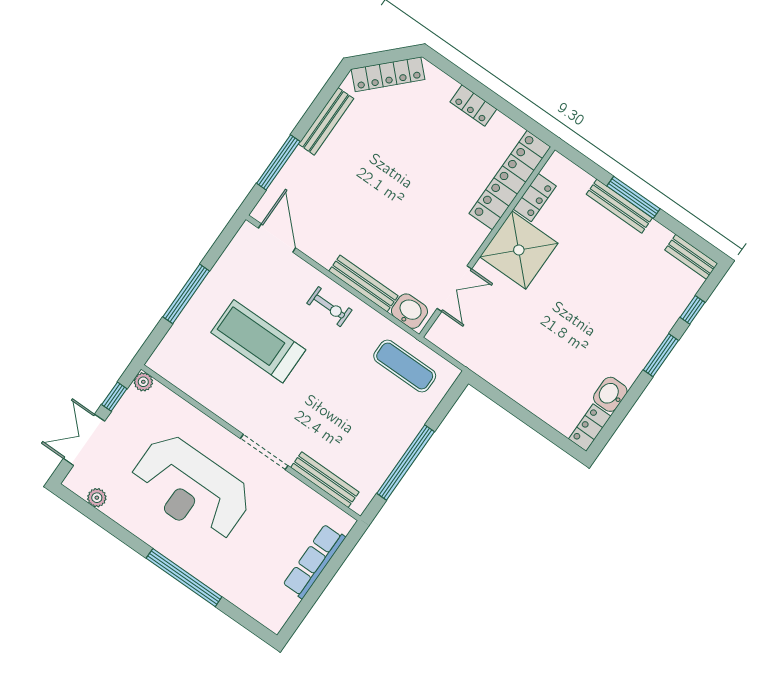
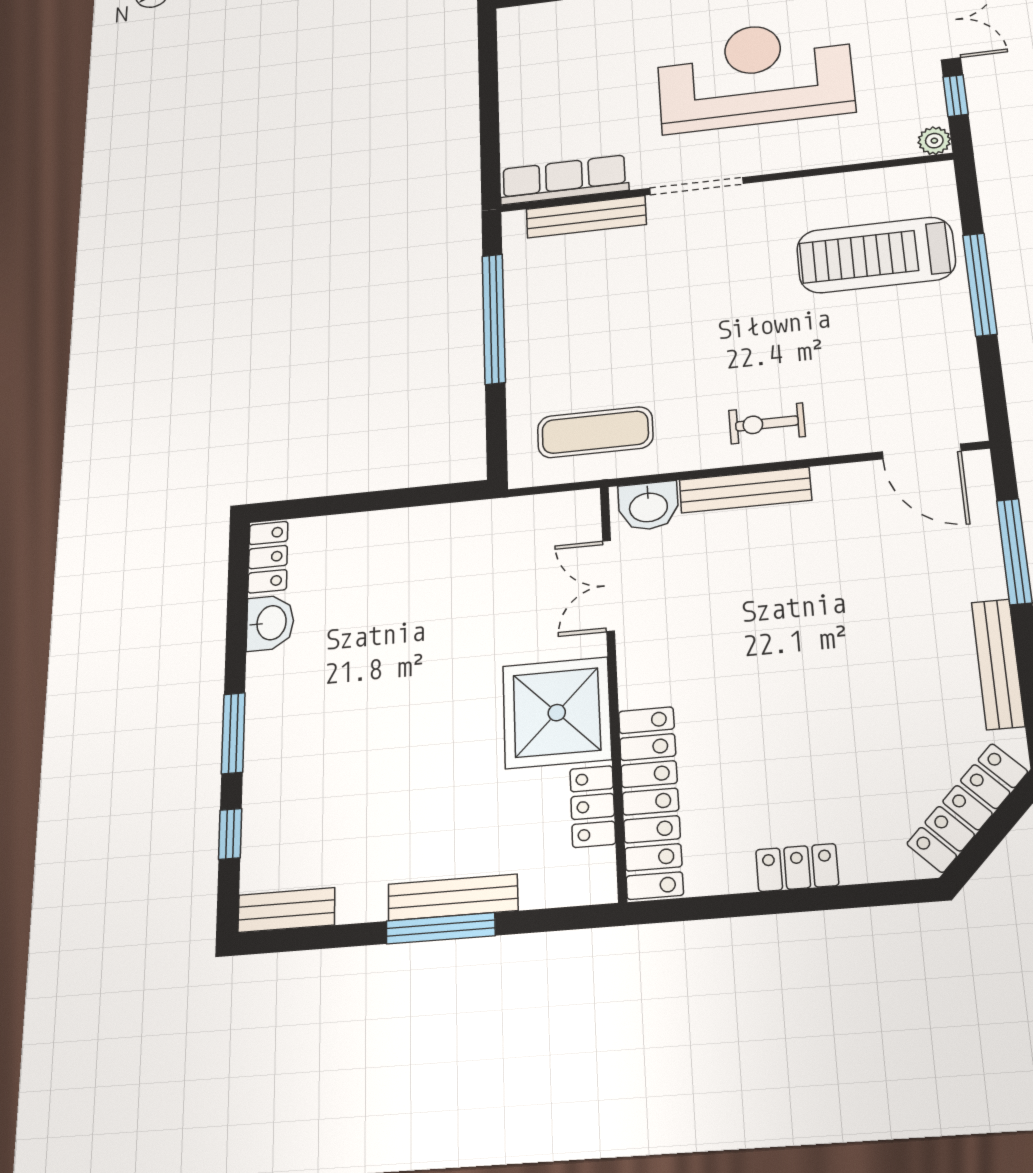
treadmill: (258, 341) -> (876, 255), moved, turned 180
row of seats: (314, 561) -> (564, 180), moved, turned -90

